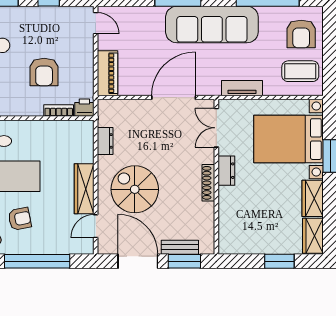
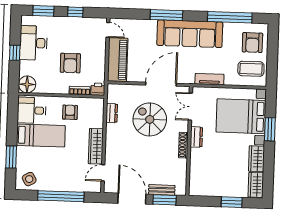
piano: (108, 73) -> (118, 60), width x1.37, depth x1.33
spiral stairs: (135, 189) -> (150, 119), moved
armchair: (20, 219) -> (70, 112), moved, turned -79

